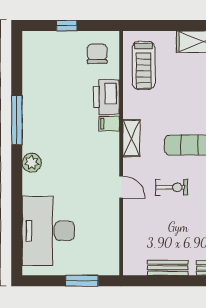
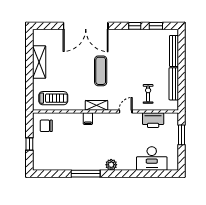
printer: (107, 97) -> (153, 120), moved
exercise bike: (172, 187) -> (148, 94), moved
desk: (48, 231) -> (152, 158), width x0.73, depth x0.77
bench: (168, 268) -> (174, 84), width x1.36

